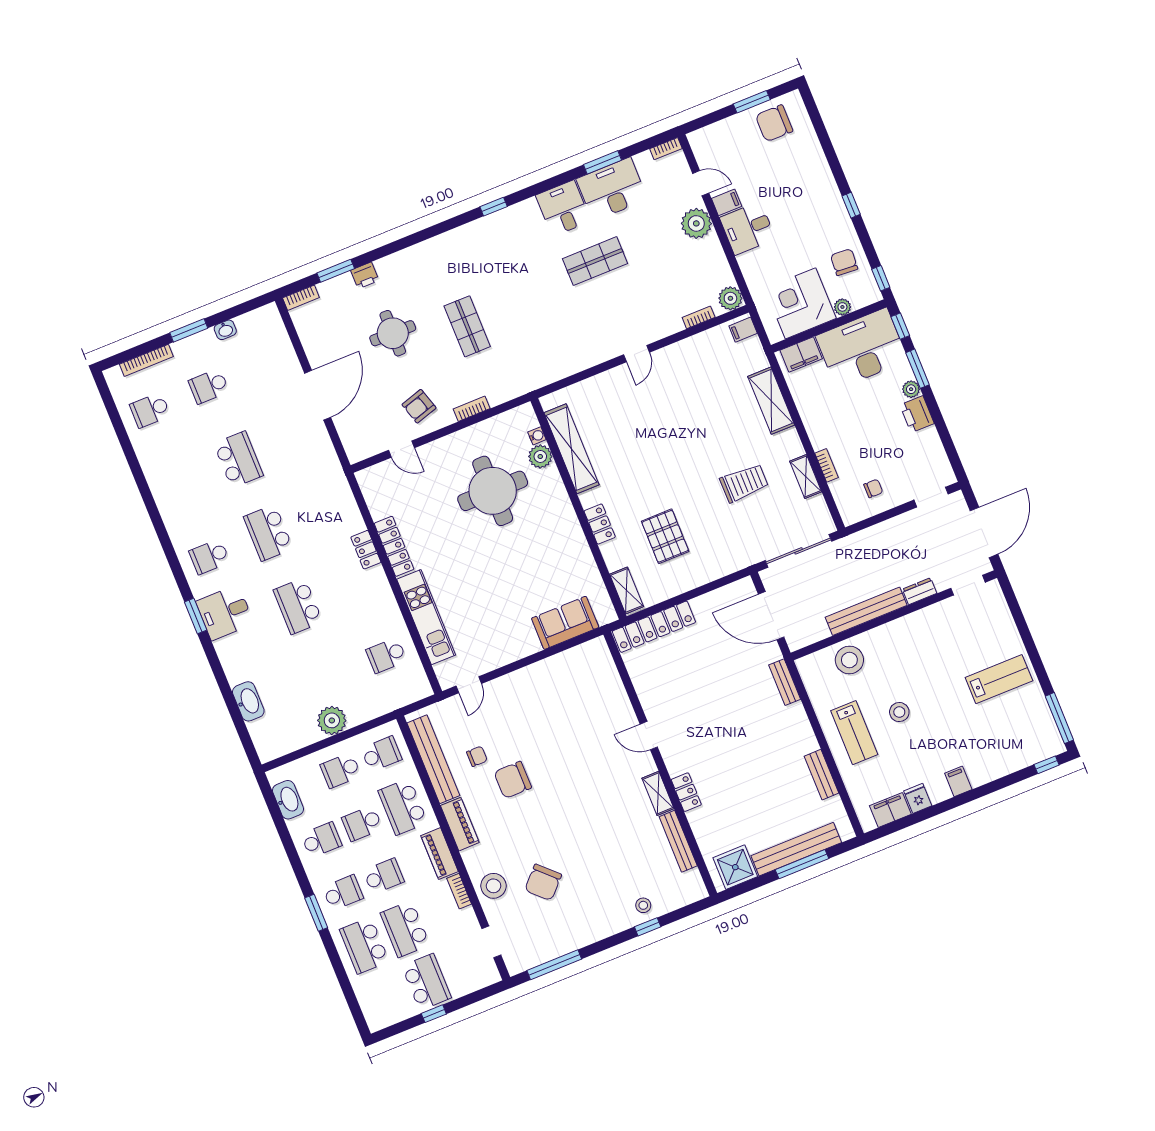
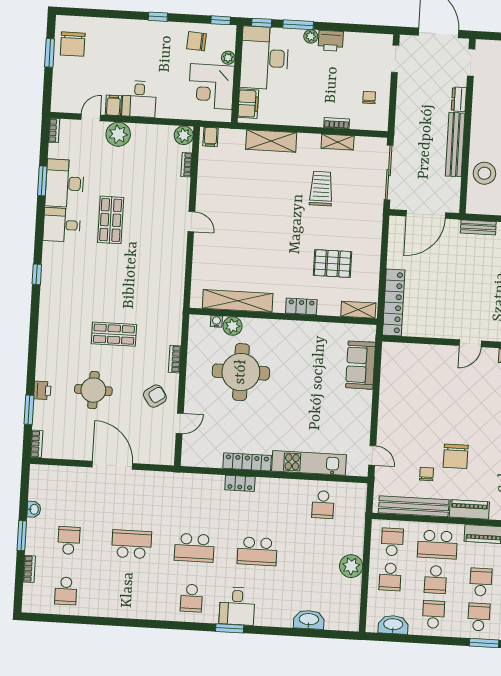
bookcase: (146, 360) -> (29, 569), width x0.64
school desk: (209, 386) -> (69, 540), turned 180
armchair: (419, 406) -> (155, 396), turned -107

